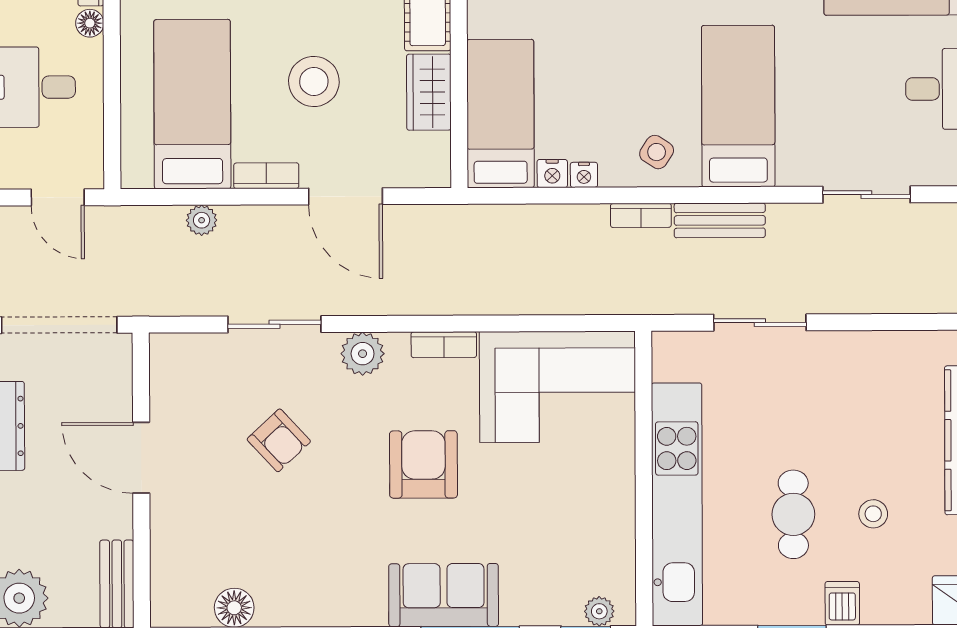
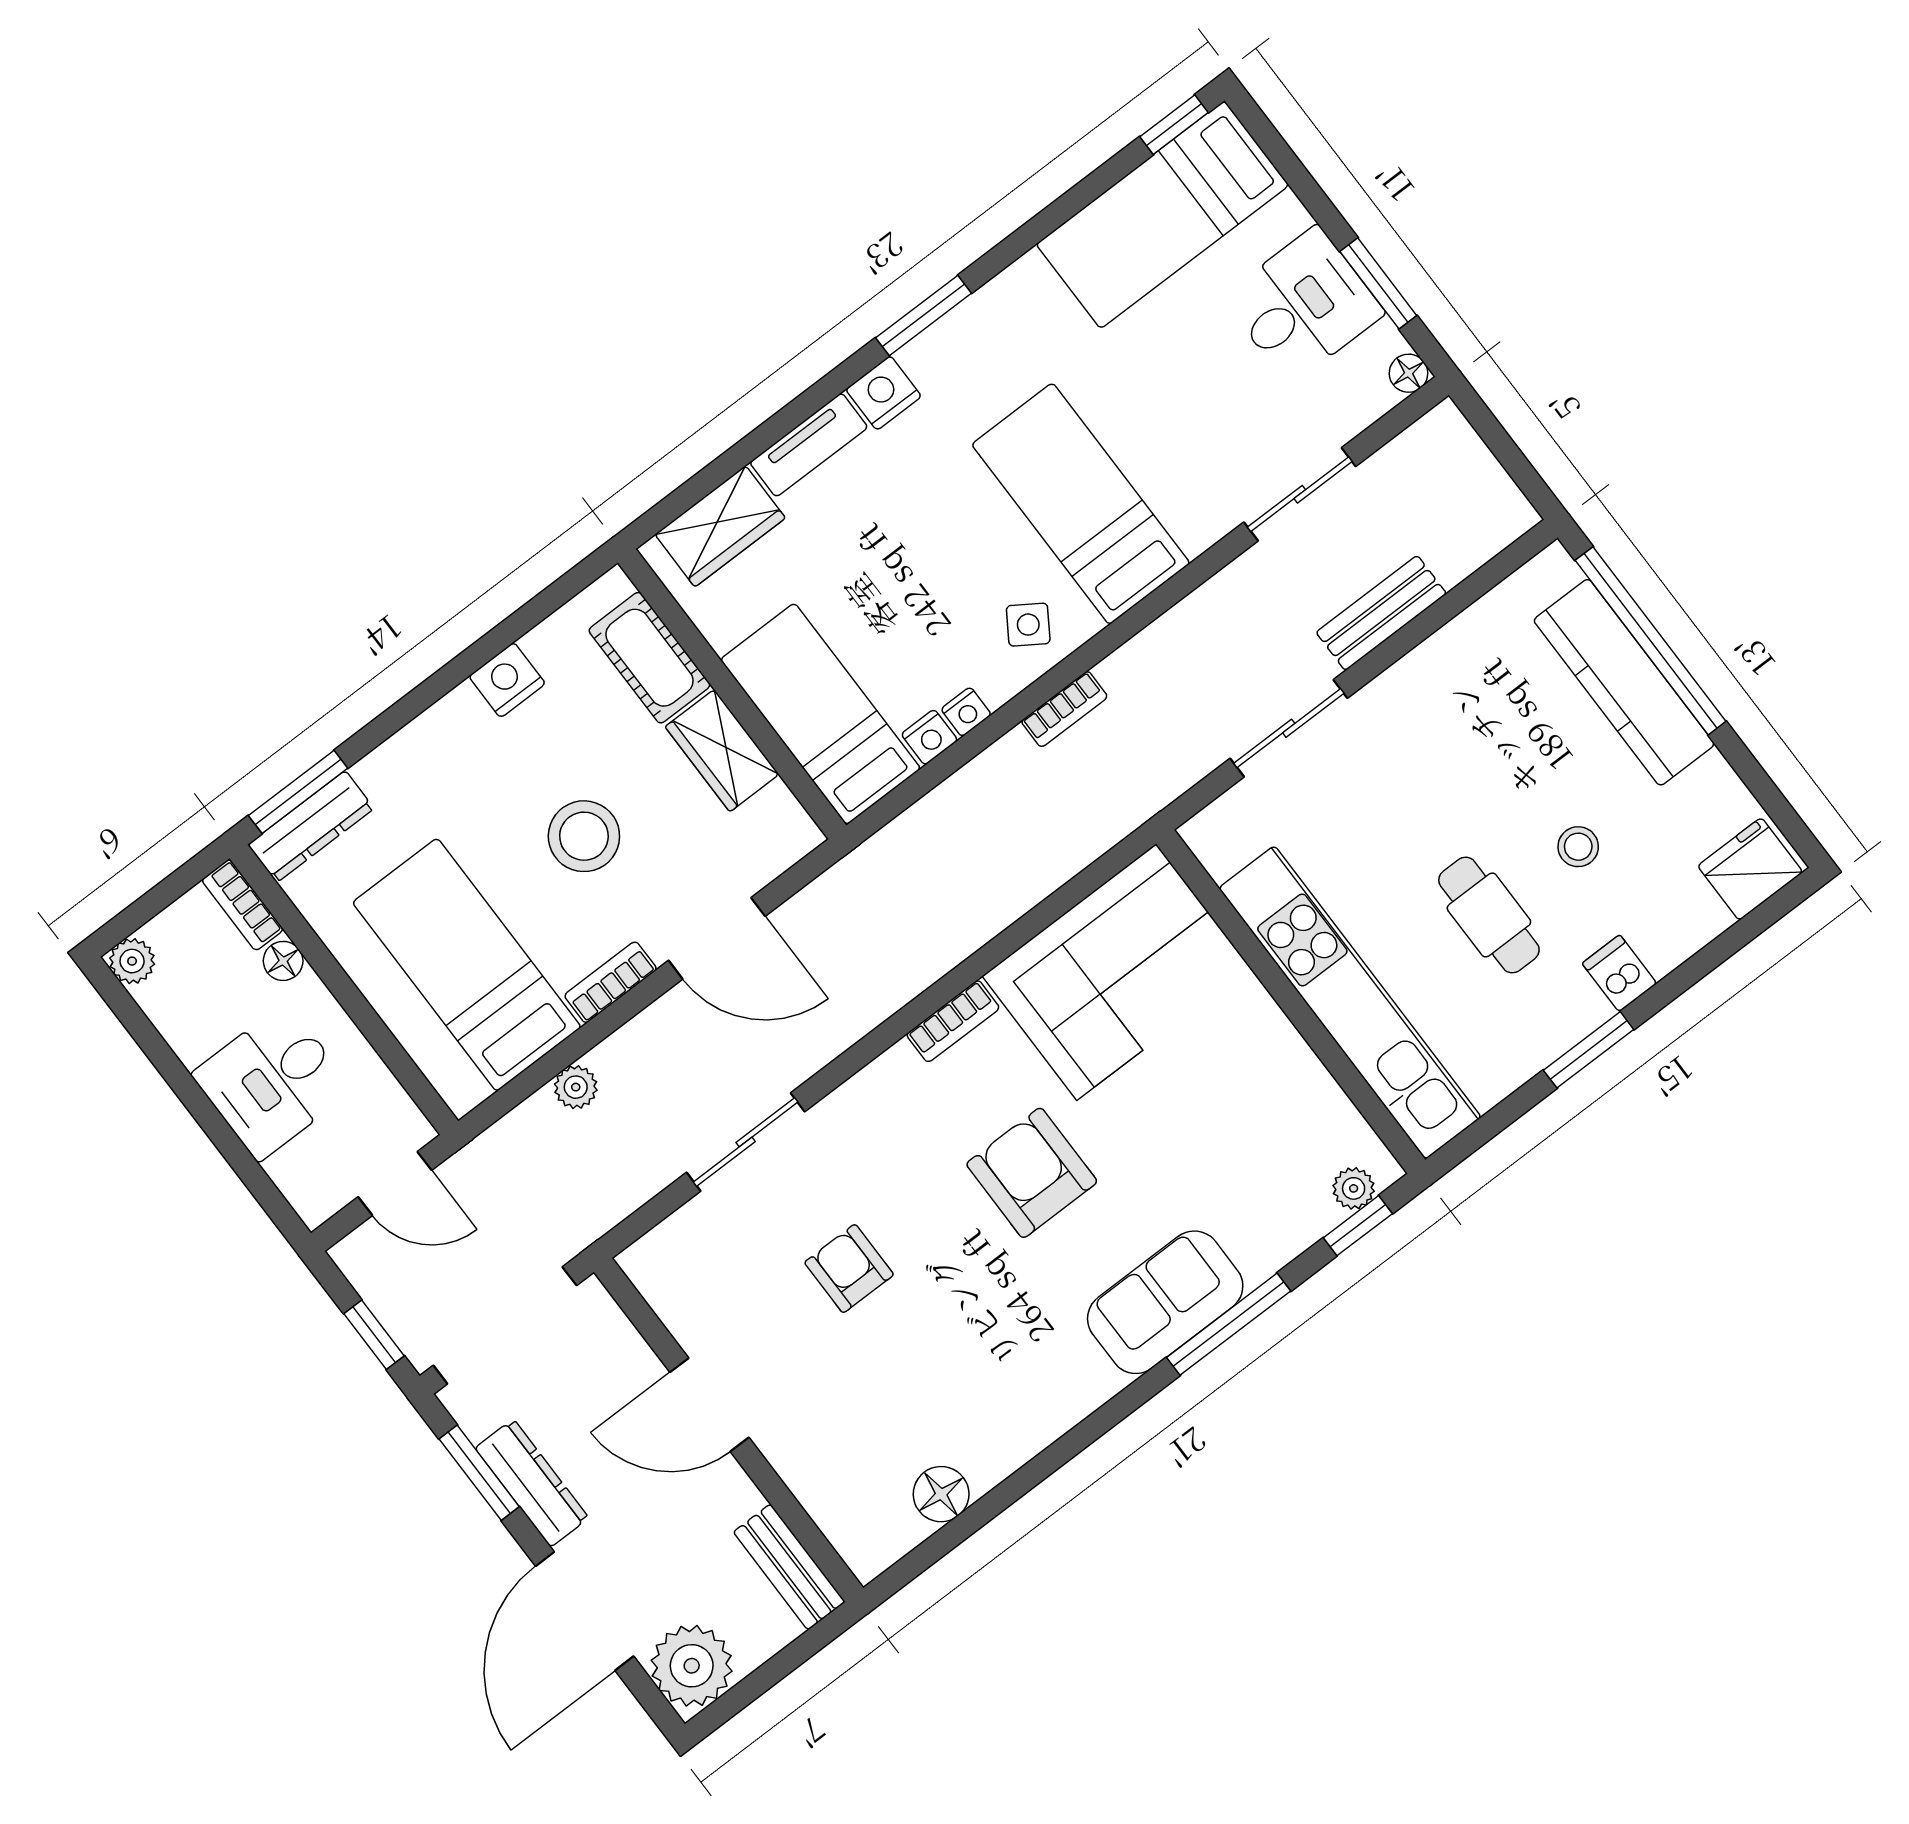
bench: (720, 220) -> (1381, 613), moved
plant: (363, 354) -> (869, 1100), removed
armchair: (279, 440) -> (849, 1269), turned -137

